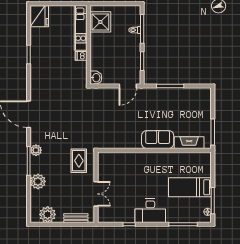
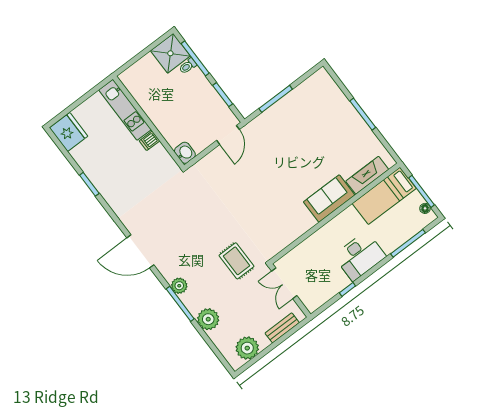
shower: (100, 22) -> (170, 53), moved
sofa: (158, 140) -> (329, 199), moved
fireplace: (189, 143) -> (367, 175), moved
wall: (154, 150) -> (335, 213), moved
double door: (96, 194) -> (284, 283), swing flipped

